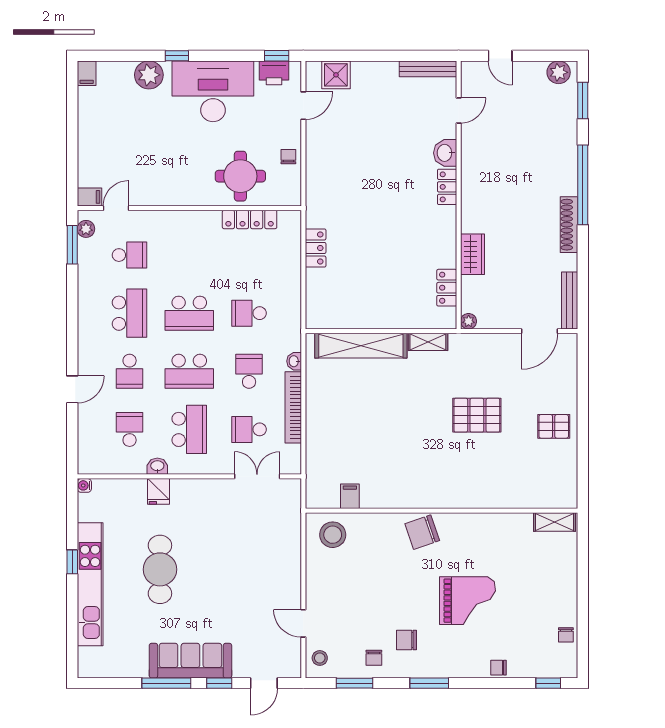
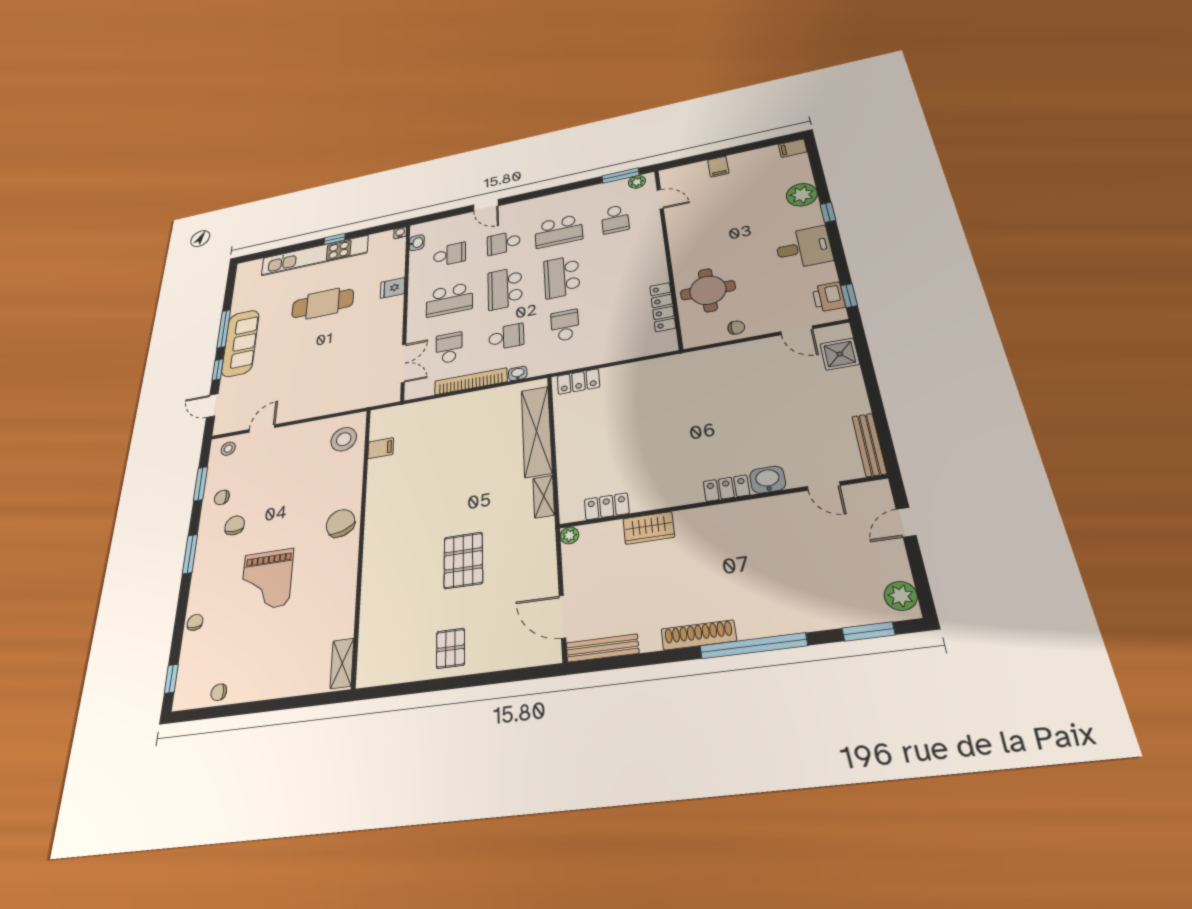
desk: (213, 91) -> (804, 248), width x0.53, depth x0.77
filing cabinet: (89, 197) -> (718, 167), moved
locker: (316, 248) -> (578, 382), moved
washbasin: (157, 466) -> (417, 243), moved

